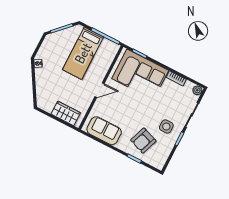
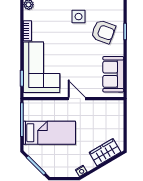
wardrobe: (66, 113) -> (105, 152), moved, turned 59

